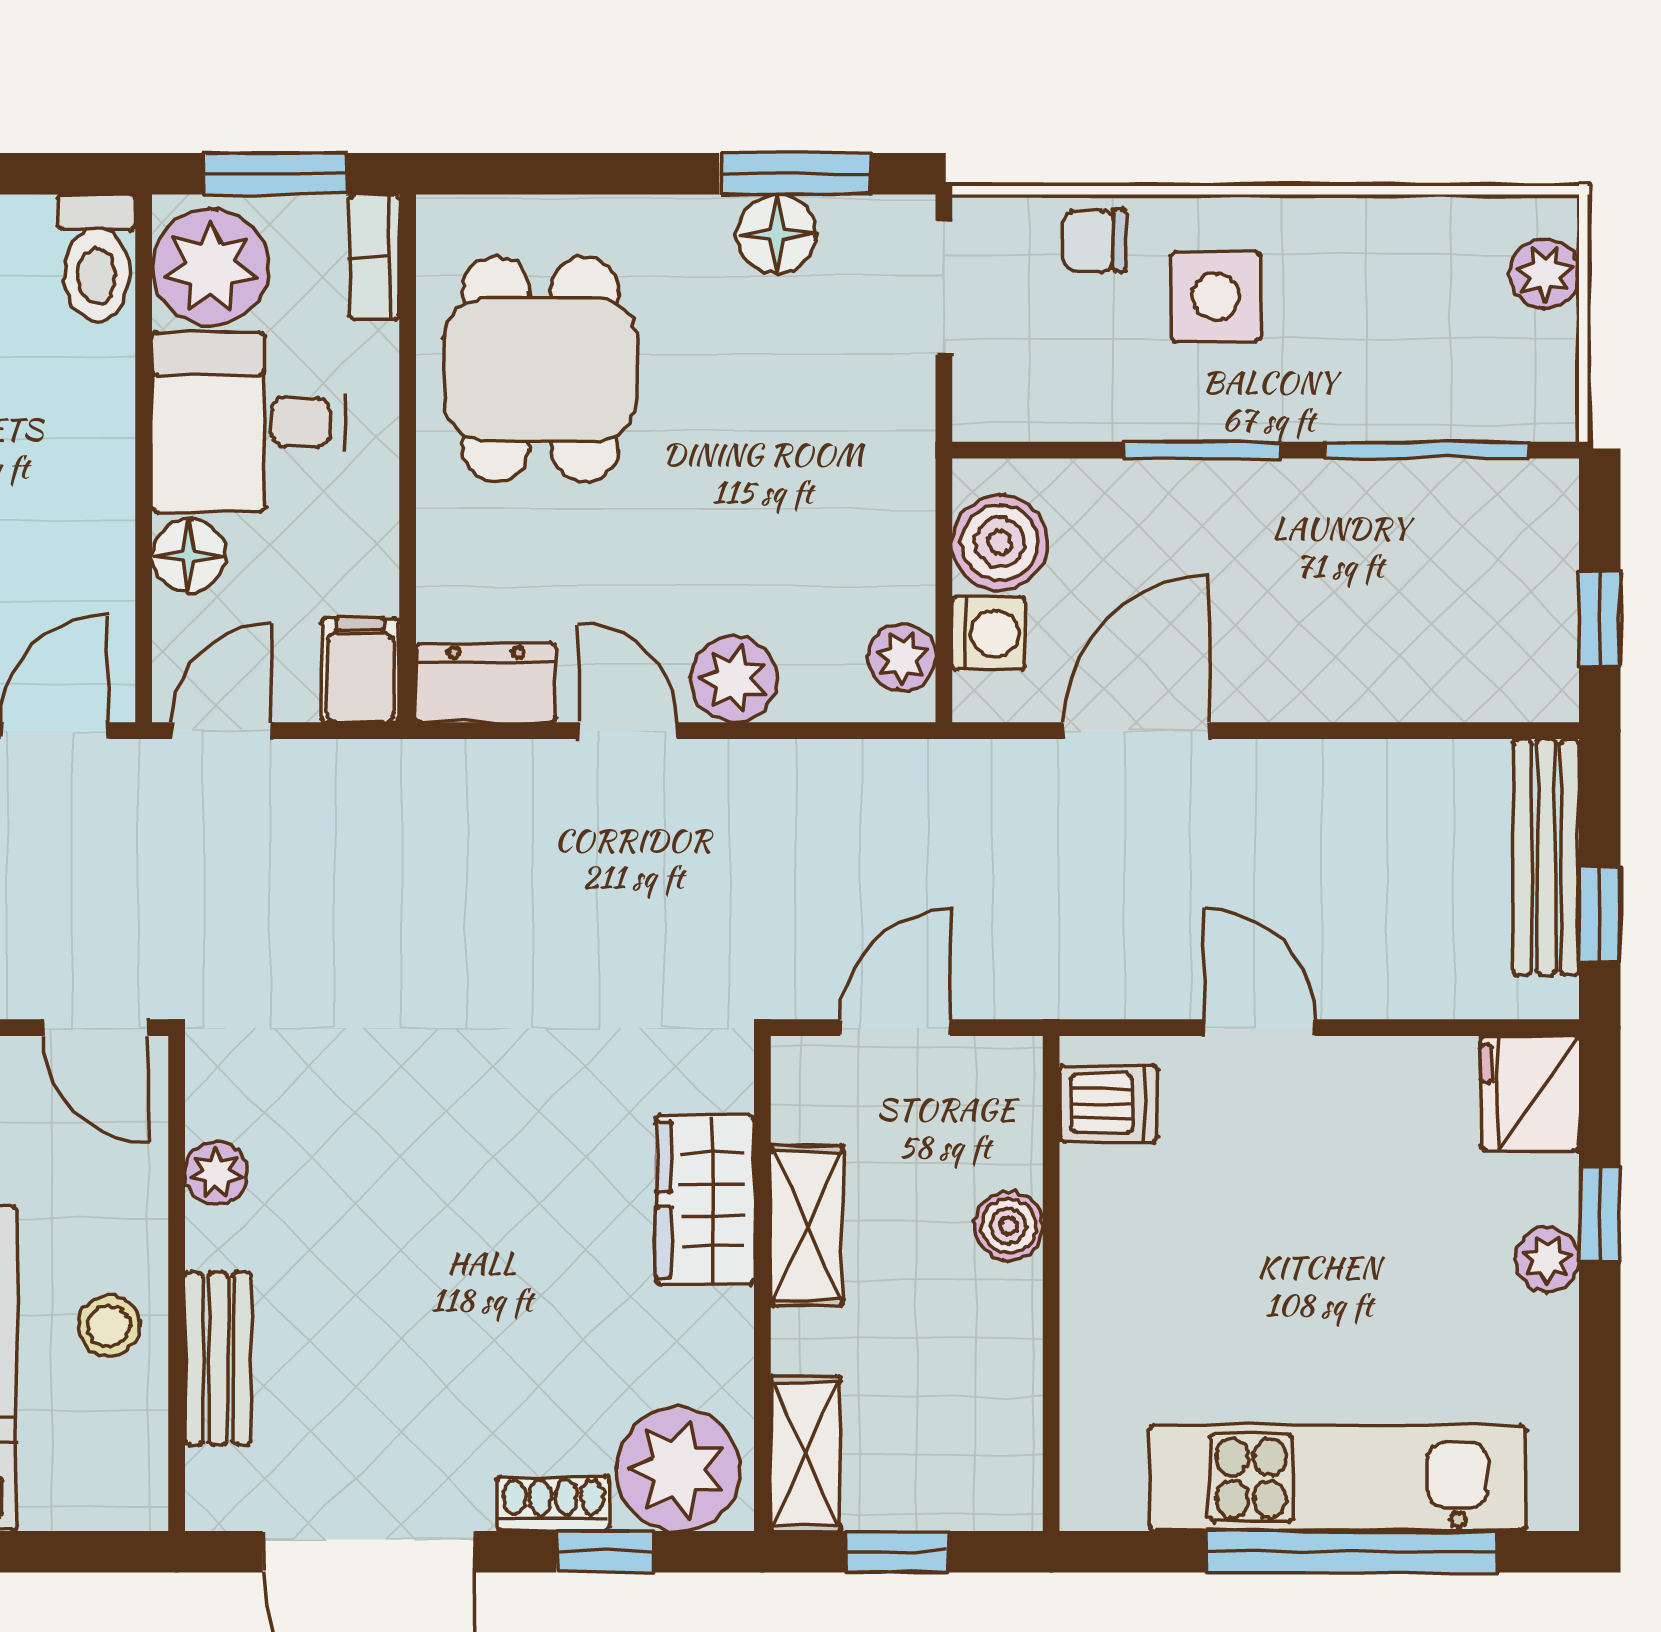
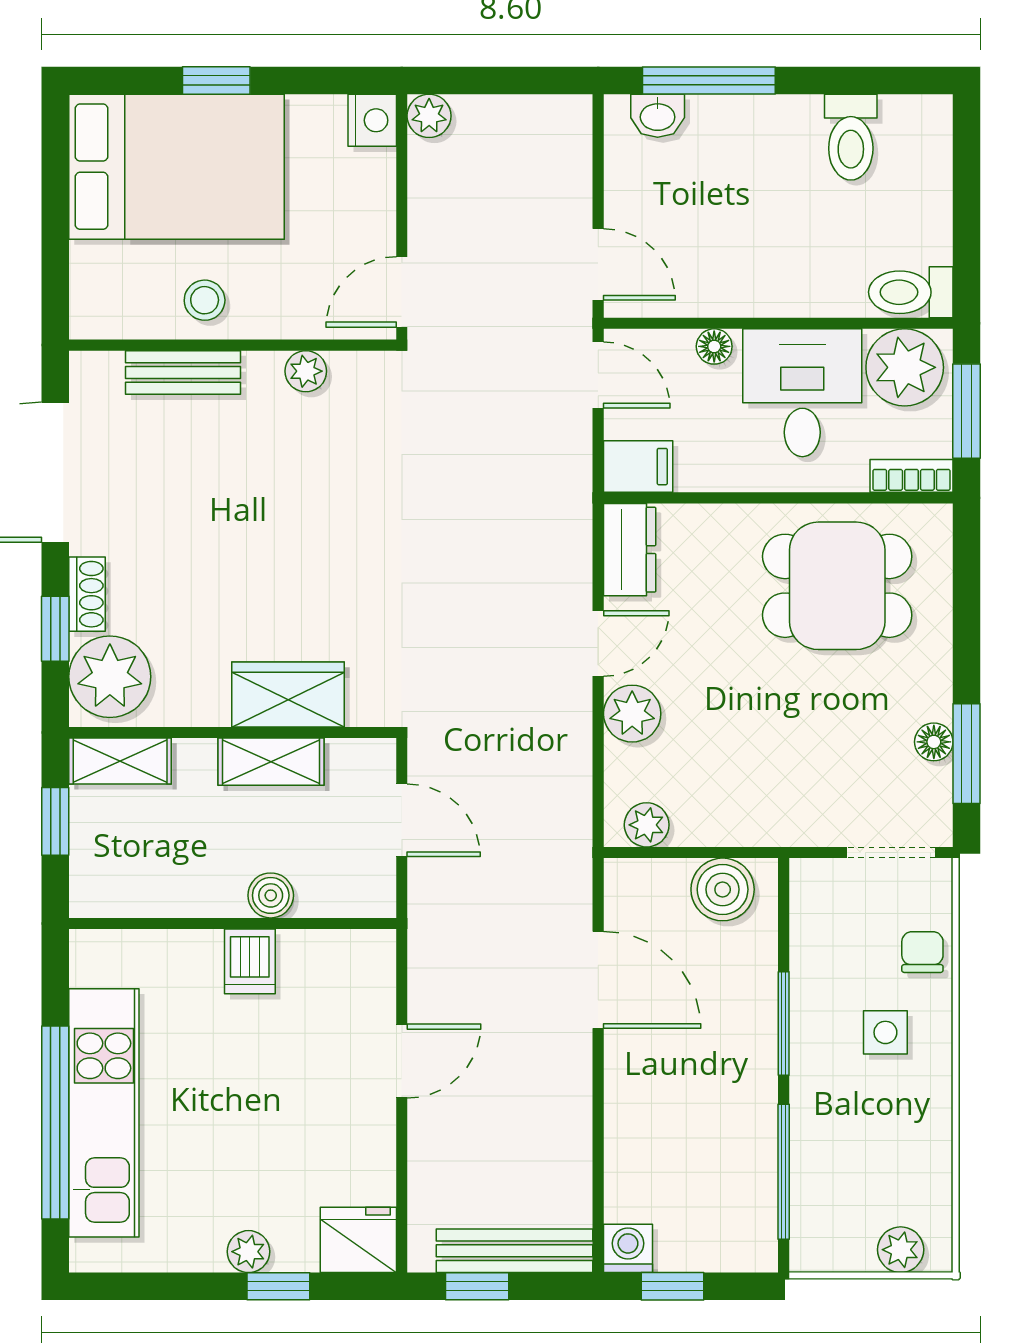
floor lamp: (777, 234) -> (934, 742), width x0.73, depth x0.73
side table: (1216, 296) -> (885, 1032), width x0.73, depth x0.73
floor lamp: (189, 555) -> (714, 346), width x0.73, depth x0.73
washing machine: (989, 634) -> (628, 1248), moved, turned 180
dishwasher: (1109, 1104) -> (250, 961), moved

